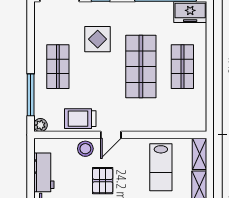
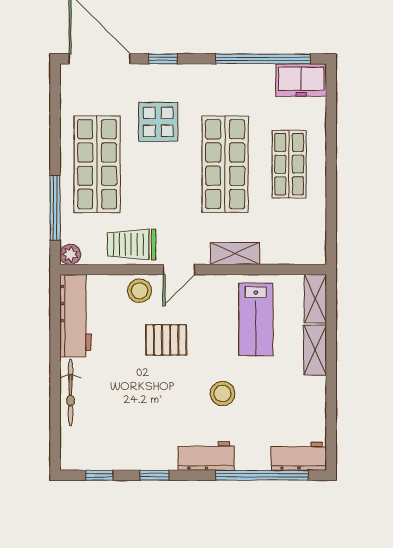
shop shelf: (58, 67) -> (97, 164), width x1.43, depth x1.36
shelving: (147, 125) -> (235, 254), added
workbench: (44, 172) -> (75, 316), width x1.38
pallet: (103, 181) -> (166, 340), turned 90

